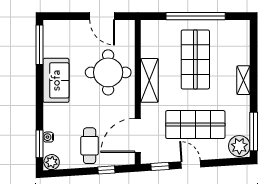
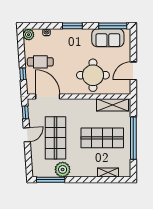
sofa: (56, 80) -> (108, 38), moved
shelving: (149, 80) -> (113, 105), moved
shelving: (243, 80) -> (108, 172), moved
window: (39, 144) -> (72, 26), moved
plant: (239, 146) -> (63, 169), moved

